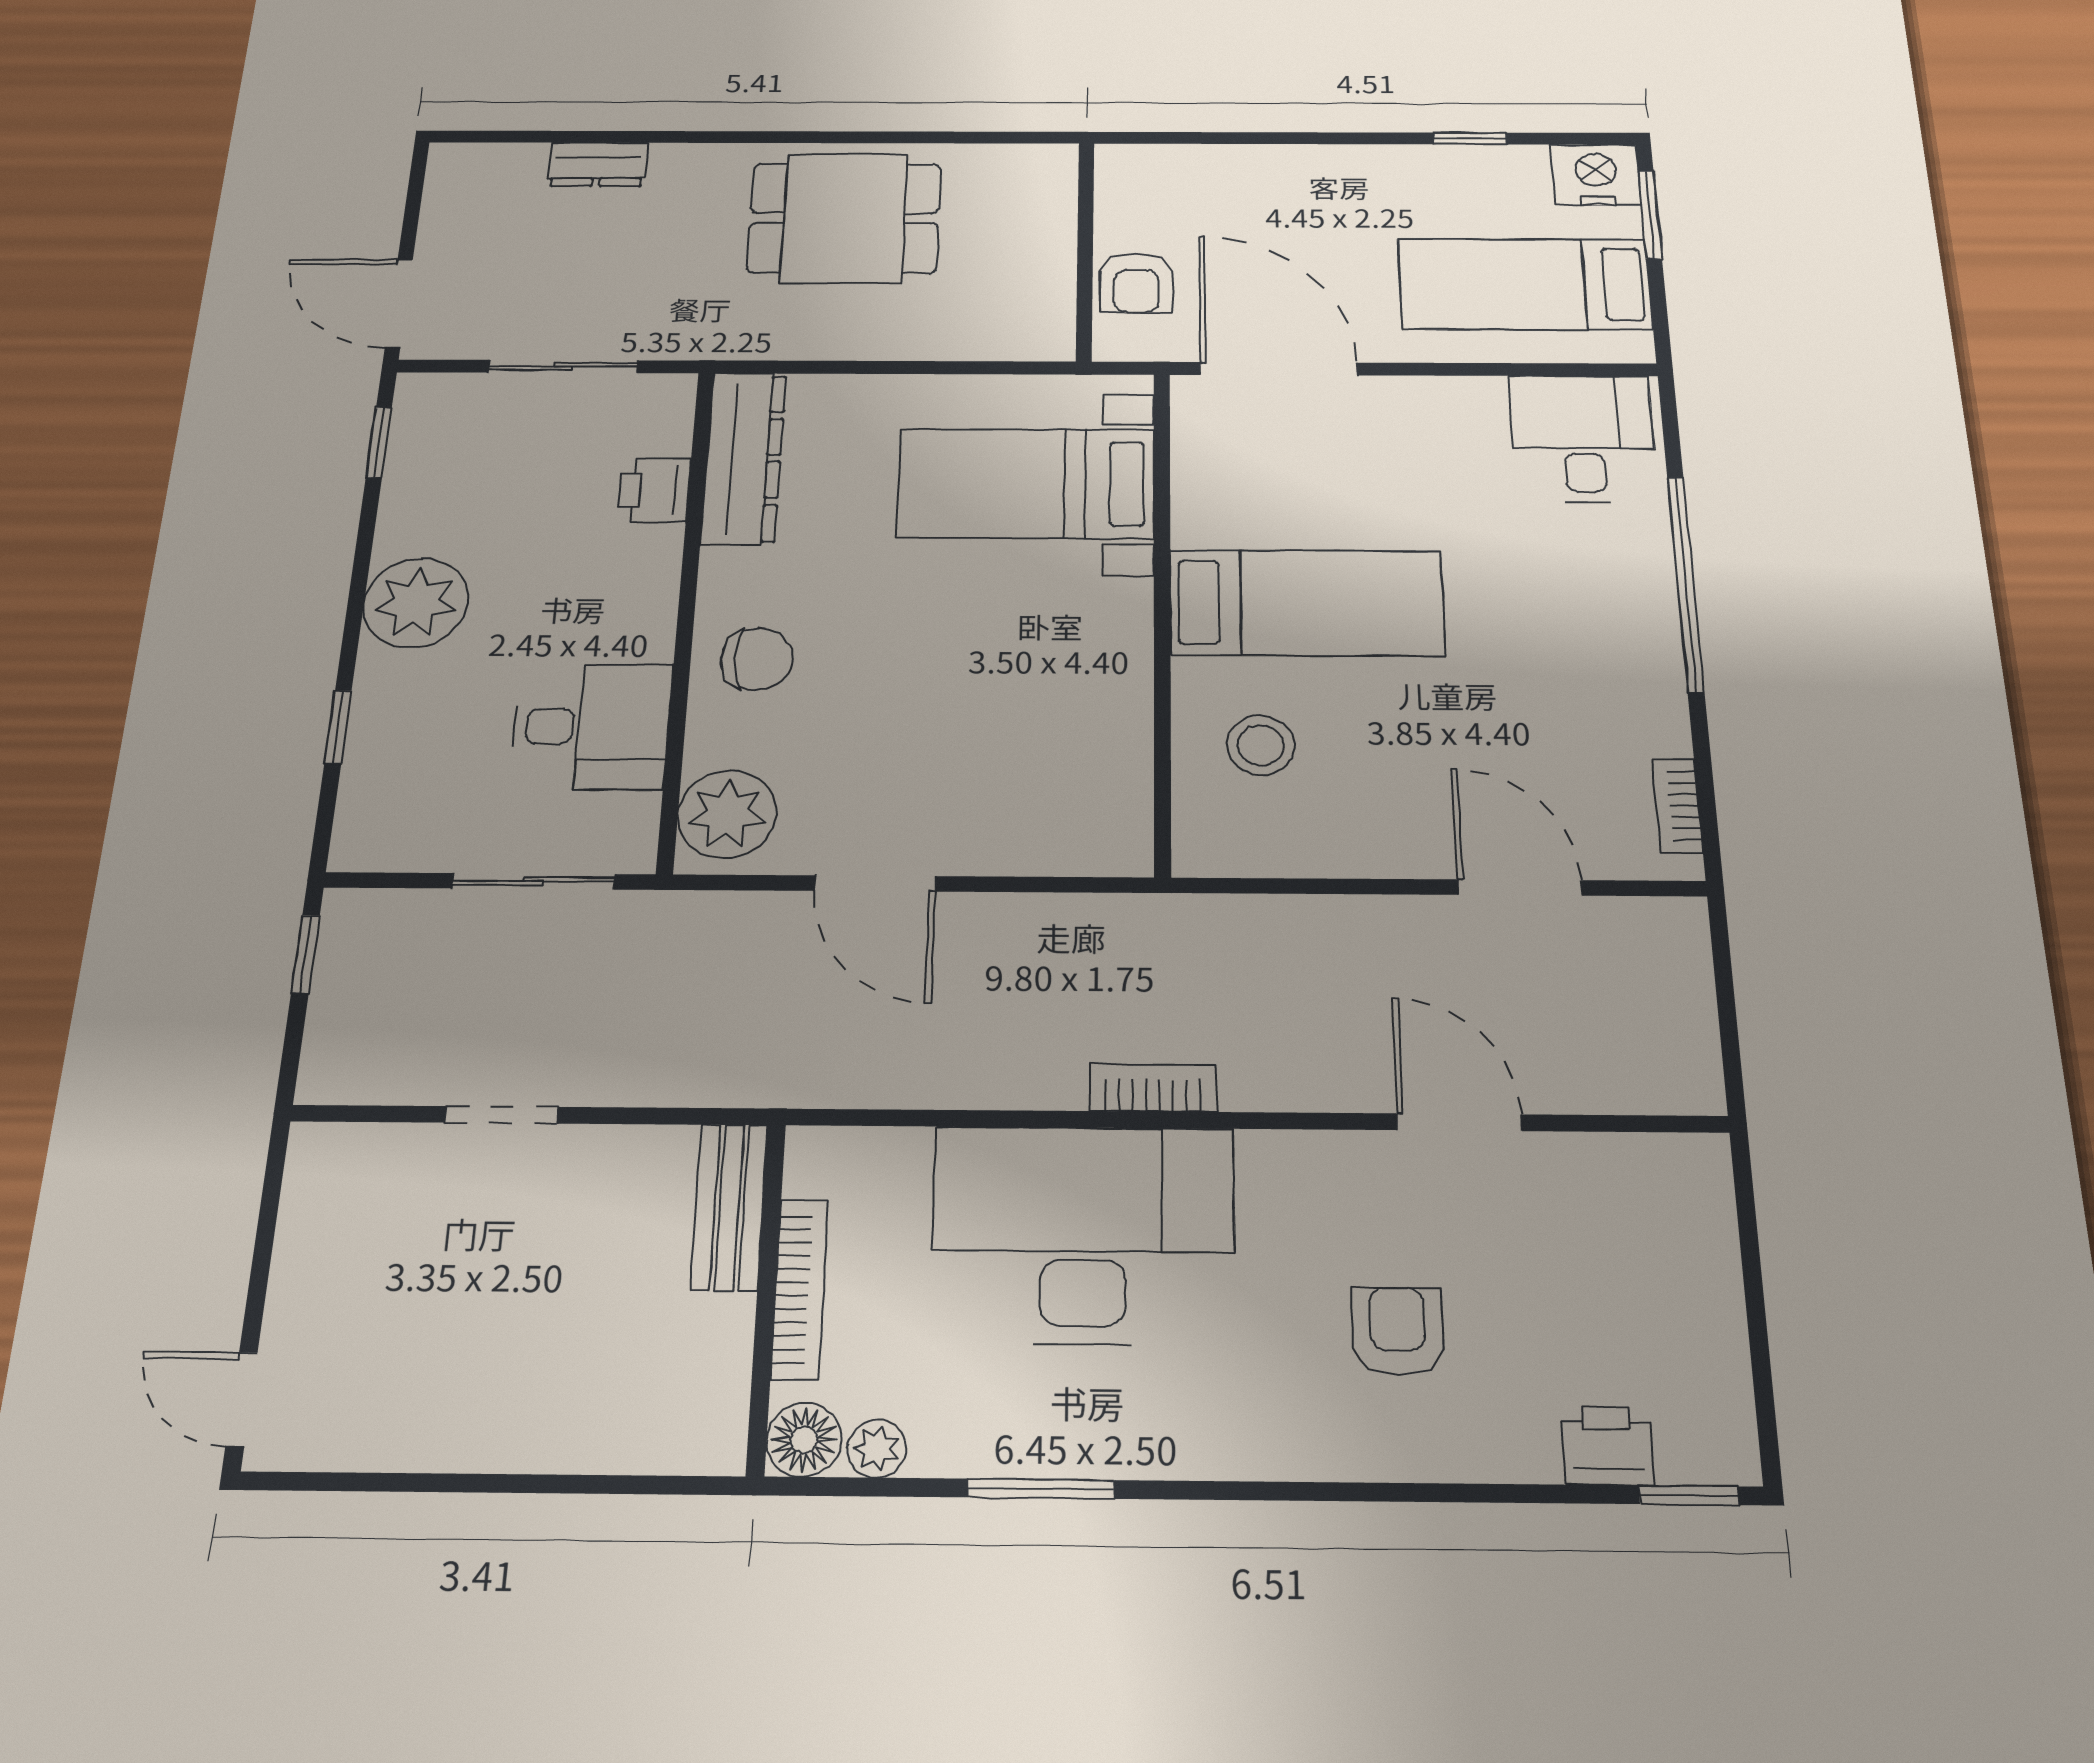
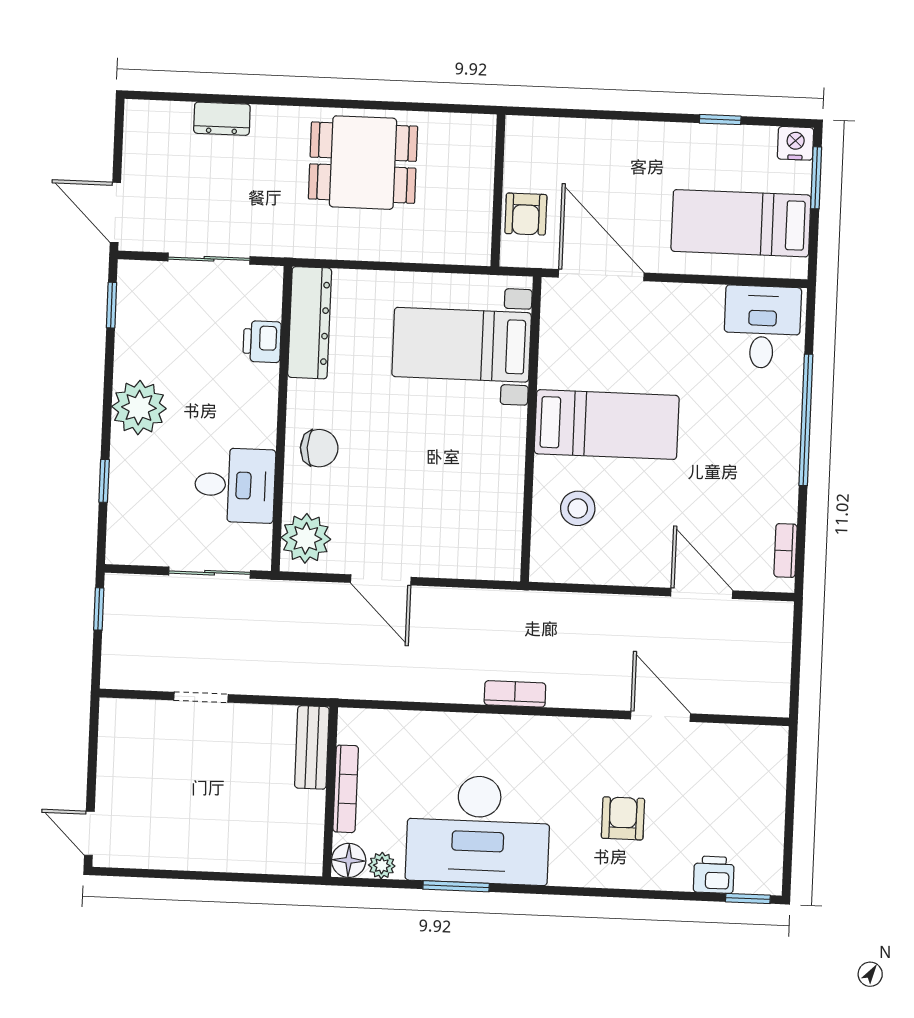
nightstand: (1596, 175) -> (795, 143), width x0.74, depth x0.75
desk: (1083, 1234) -> (478, 830), moved, turned 180

